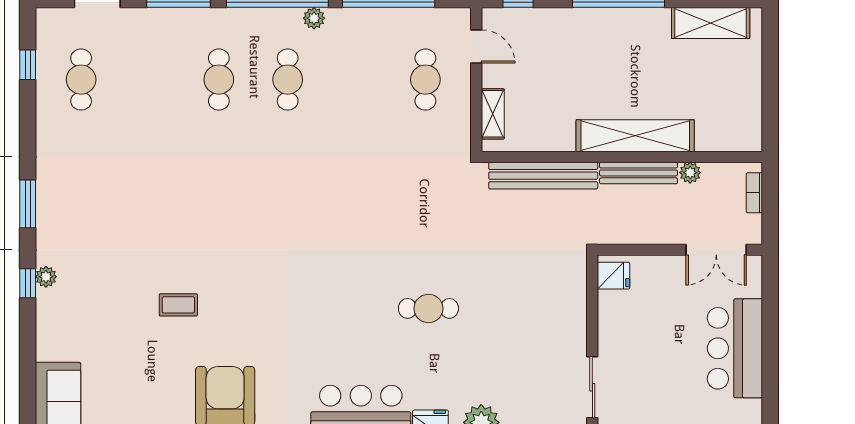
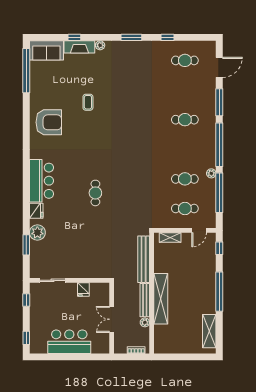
plant: (314, 18) -> (211, 173), moved
window: (28, 65) -> (168, 37), moved
cafe table: (288, 80) -> (185, 179), moved
double door: (716, 250) -> (112, 319), moved
fridge: (614, 276) -> (83, 289), moved
window: (28, 283) -> (74, 37), moved
cafe table: (428, 308) -> (95, 193), moved
fireplace: (50, 325) -> (79, 47), added

